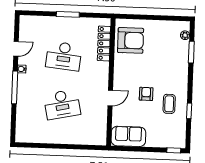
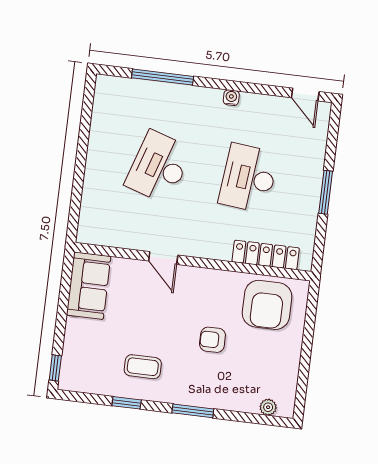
door: (16, 49) -> (305, 95), moved
window: (191, 52) -> (193, 411), moved
window: (15, 87) -> (163, 77), moved
armchair: (146, 94) -> (212, 340), moved, turned 180
desk: (62, 104) -> (159, 167), turned 30

